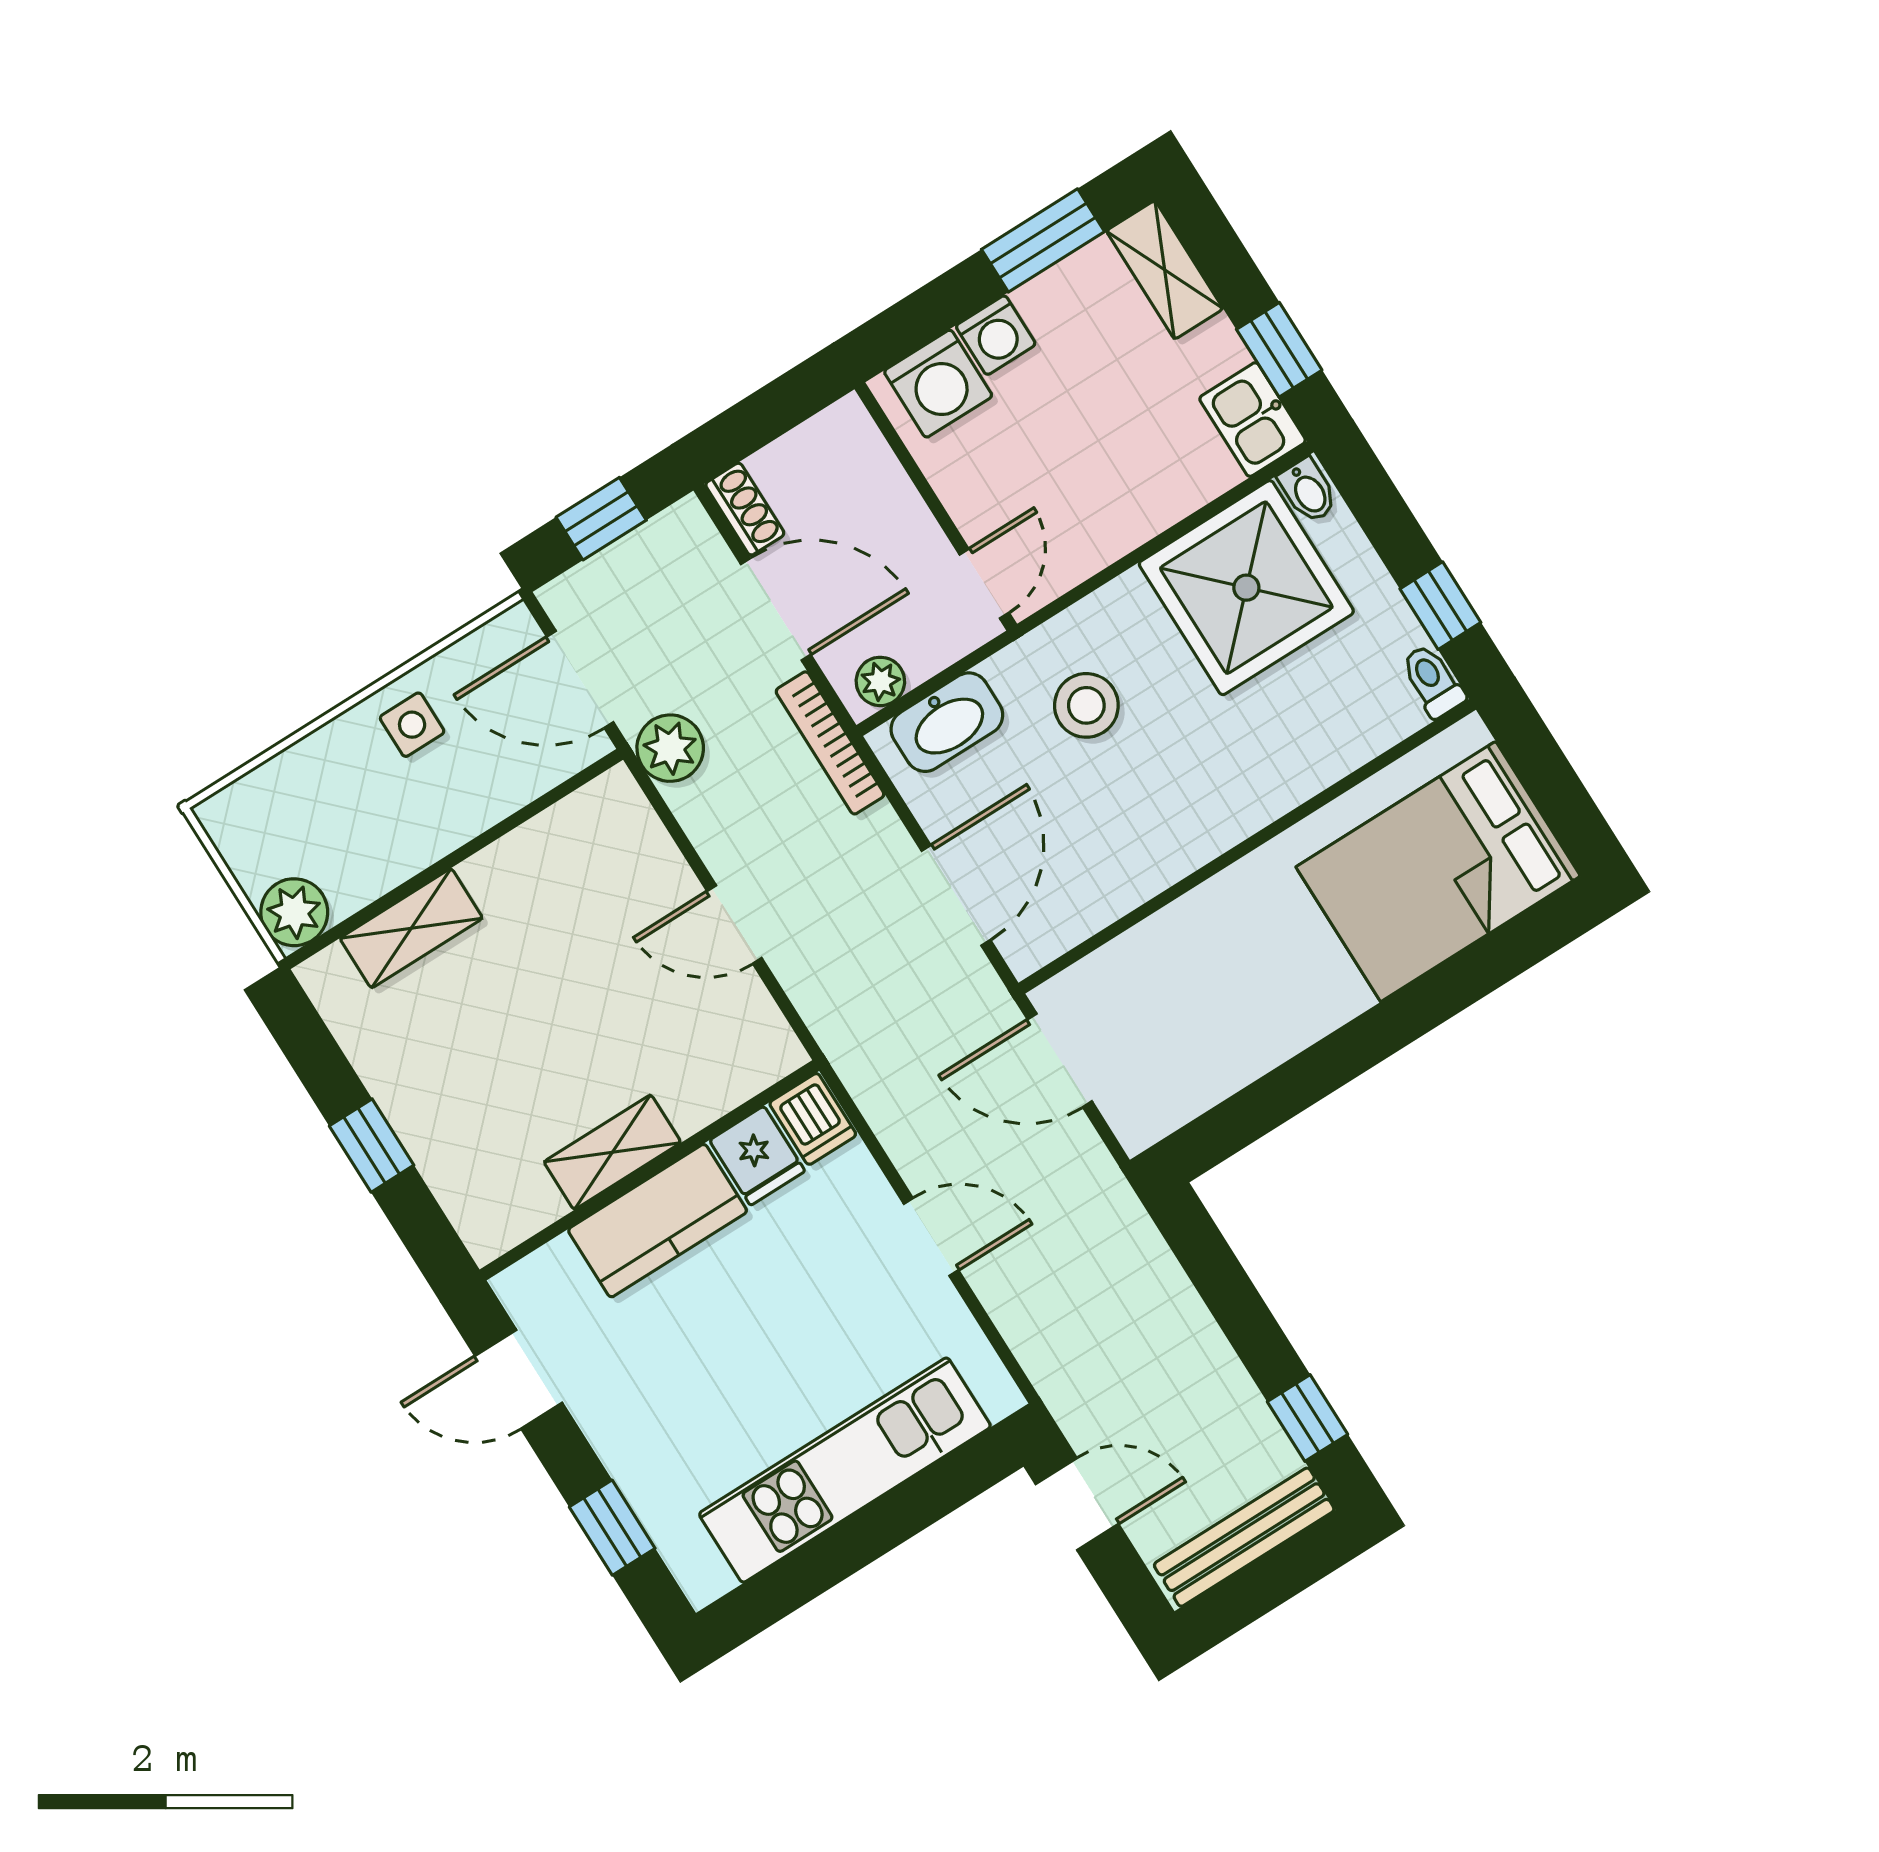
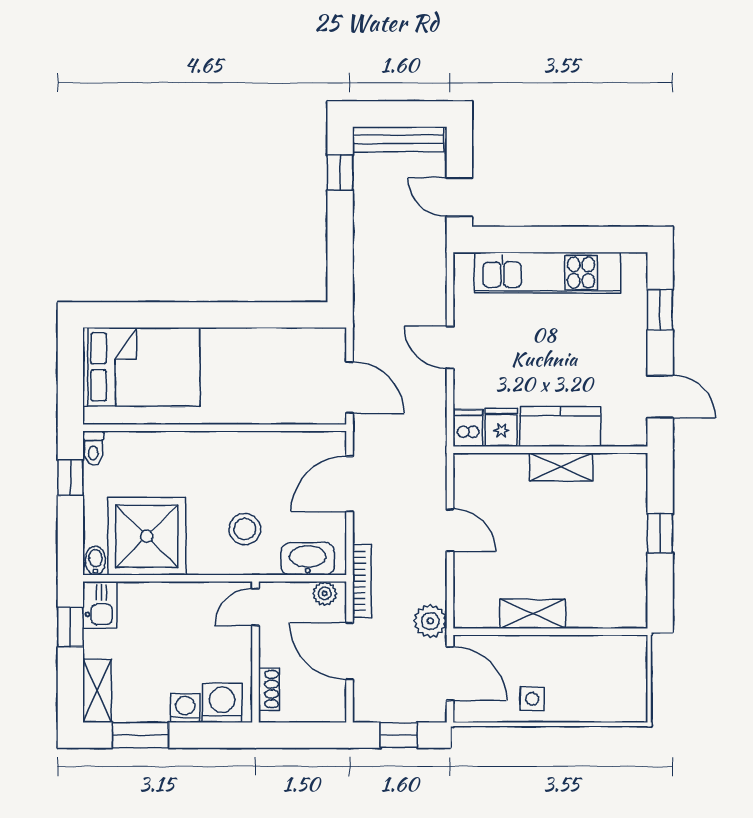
shoe rack: (745, 509) -> (269, 689), moved, turned 180
plant: (294, 912) -> (631, 651), removed
shelving: (411, 928) -> (533, 614), moved

